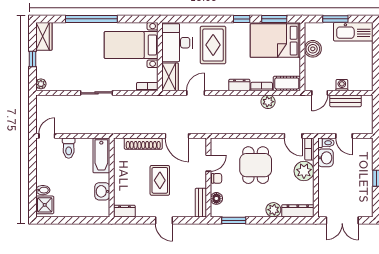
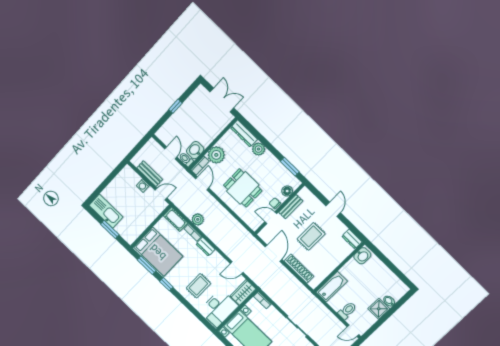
rug: (213, 45) -> (198, 286), width x0.73, depth x0.70
boiler: (313, 49) -> (140, 225), removed
dining table: (256, 165) -> (243, 188), turned 90
washbasin: (102, 191) -> (362, 256), moved
bench: (201, 203) -> (291, 207), moved
shower: (45, 205) -> (379, 309), moved

